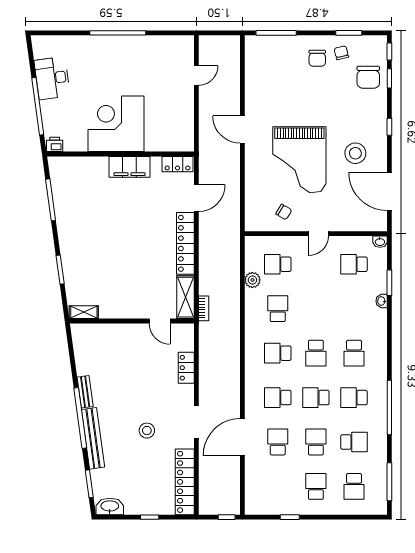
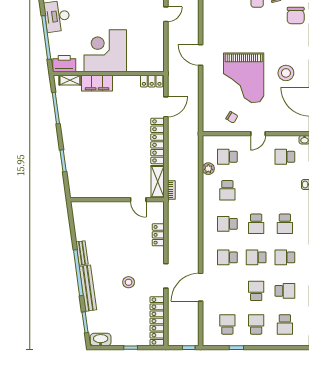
printer: (55, 144) -> (64, 64), width x1.87, depth x1.48
filing cabinet: (129, 167) -> (97, 83), moved
school desk: (278, 309) -> (227, 190), turned 180
shelving: (84, 312) -> (70, 80), moved
school desk: (278, 442) -> (227, 324), moved

